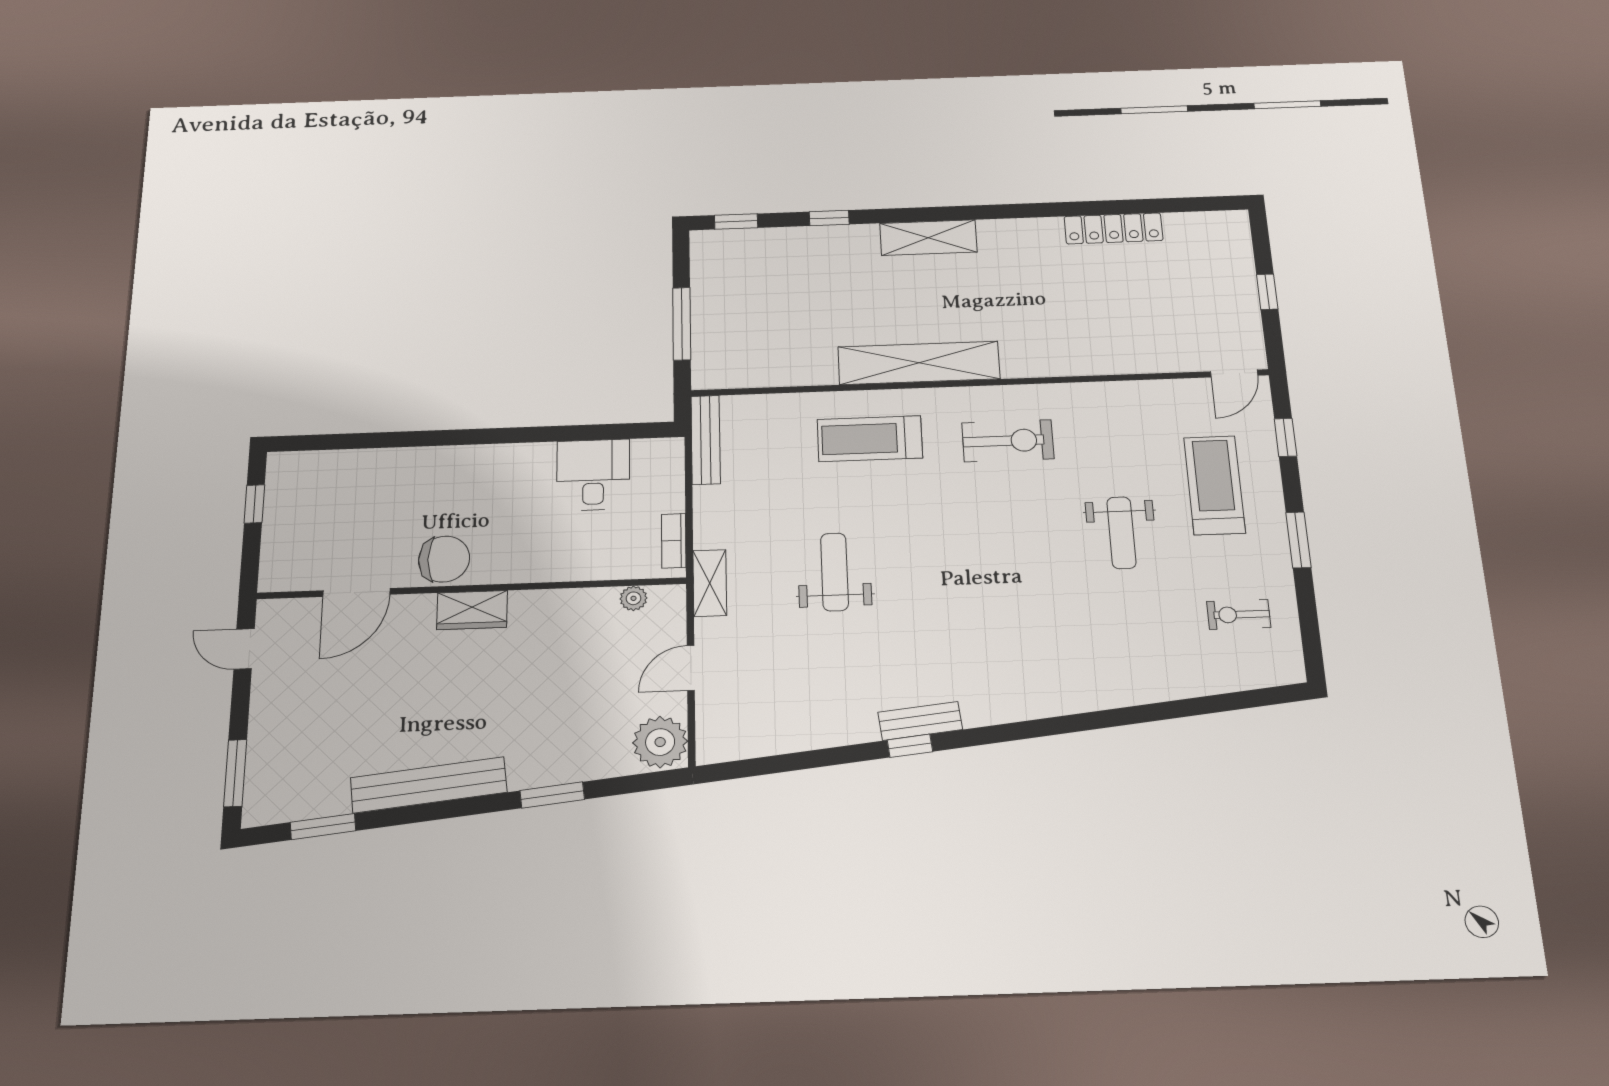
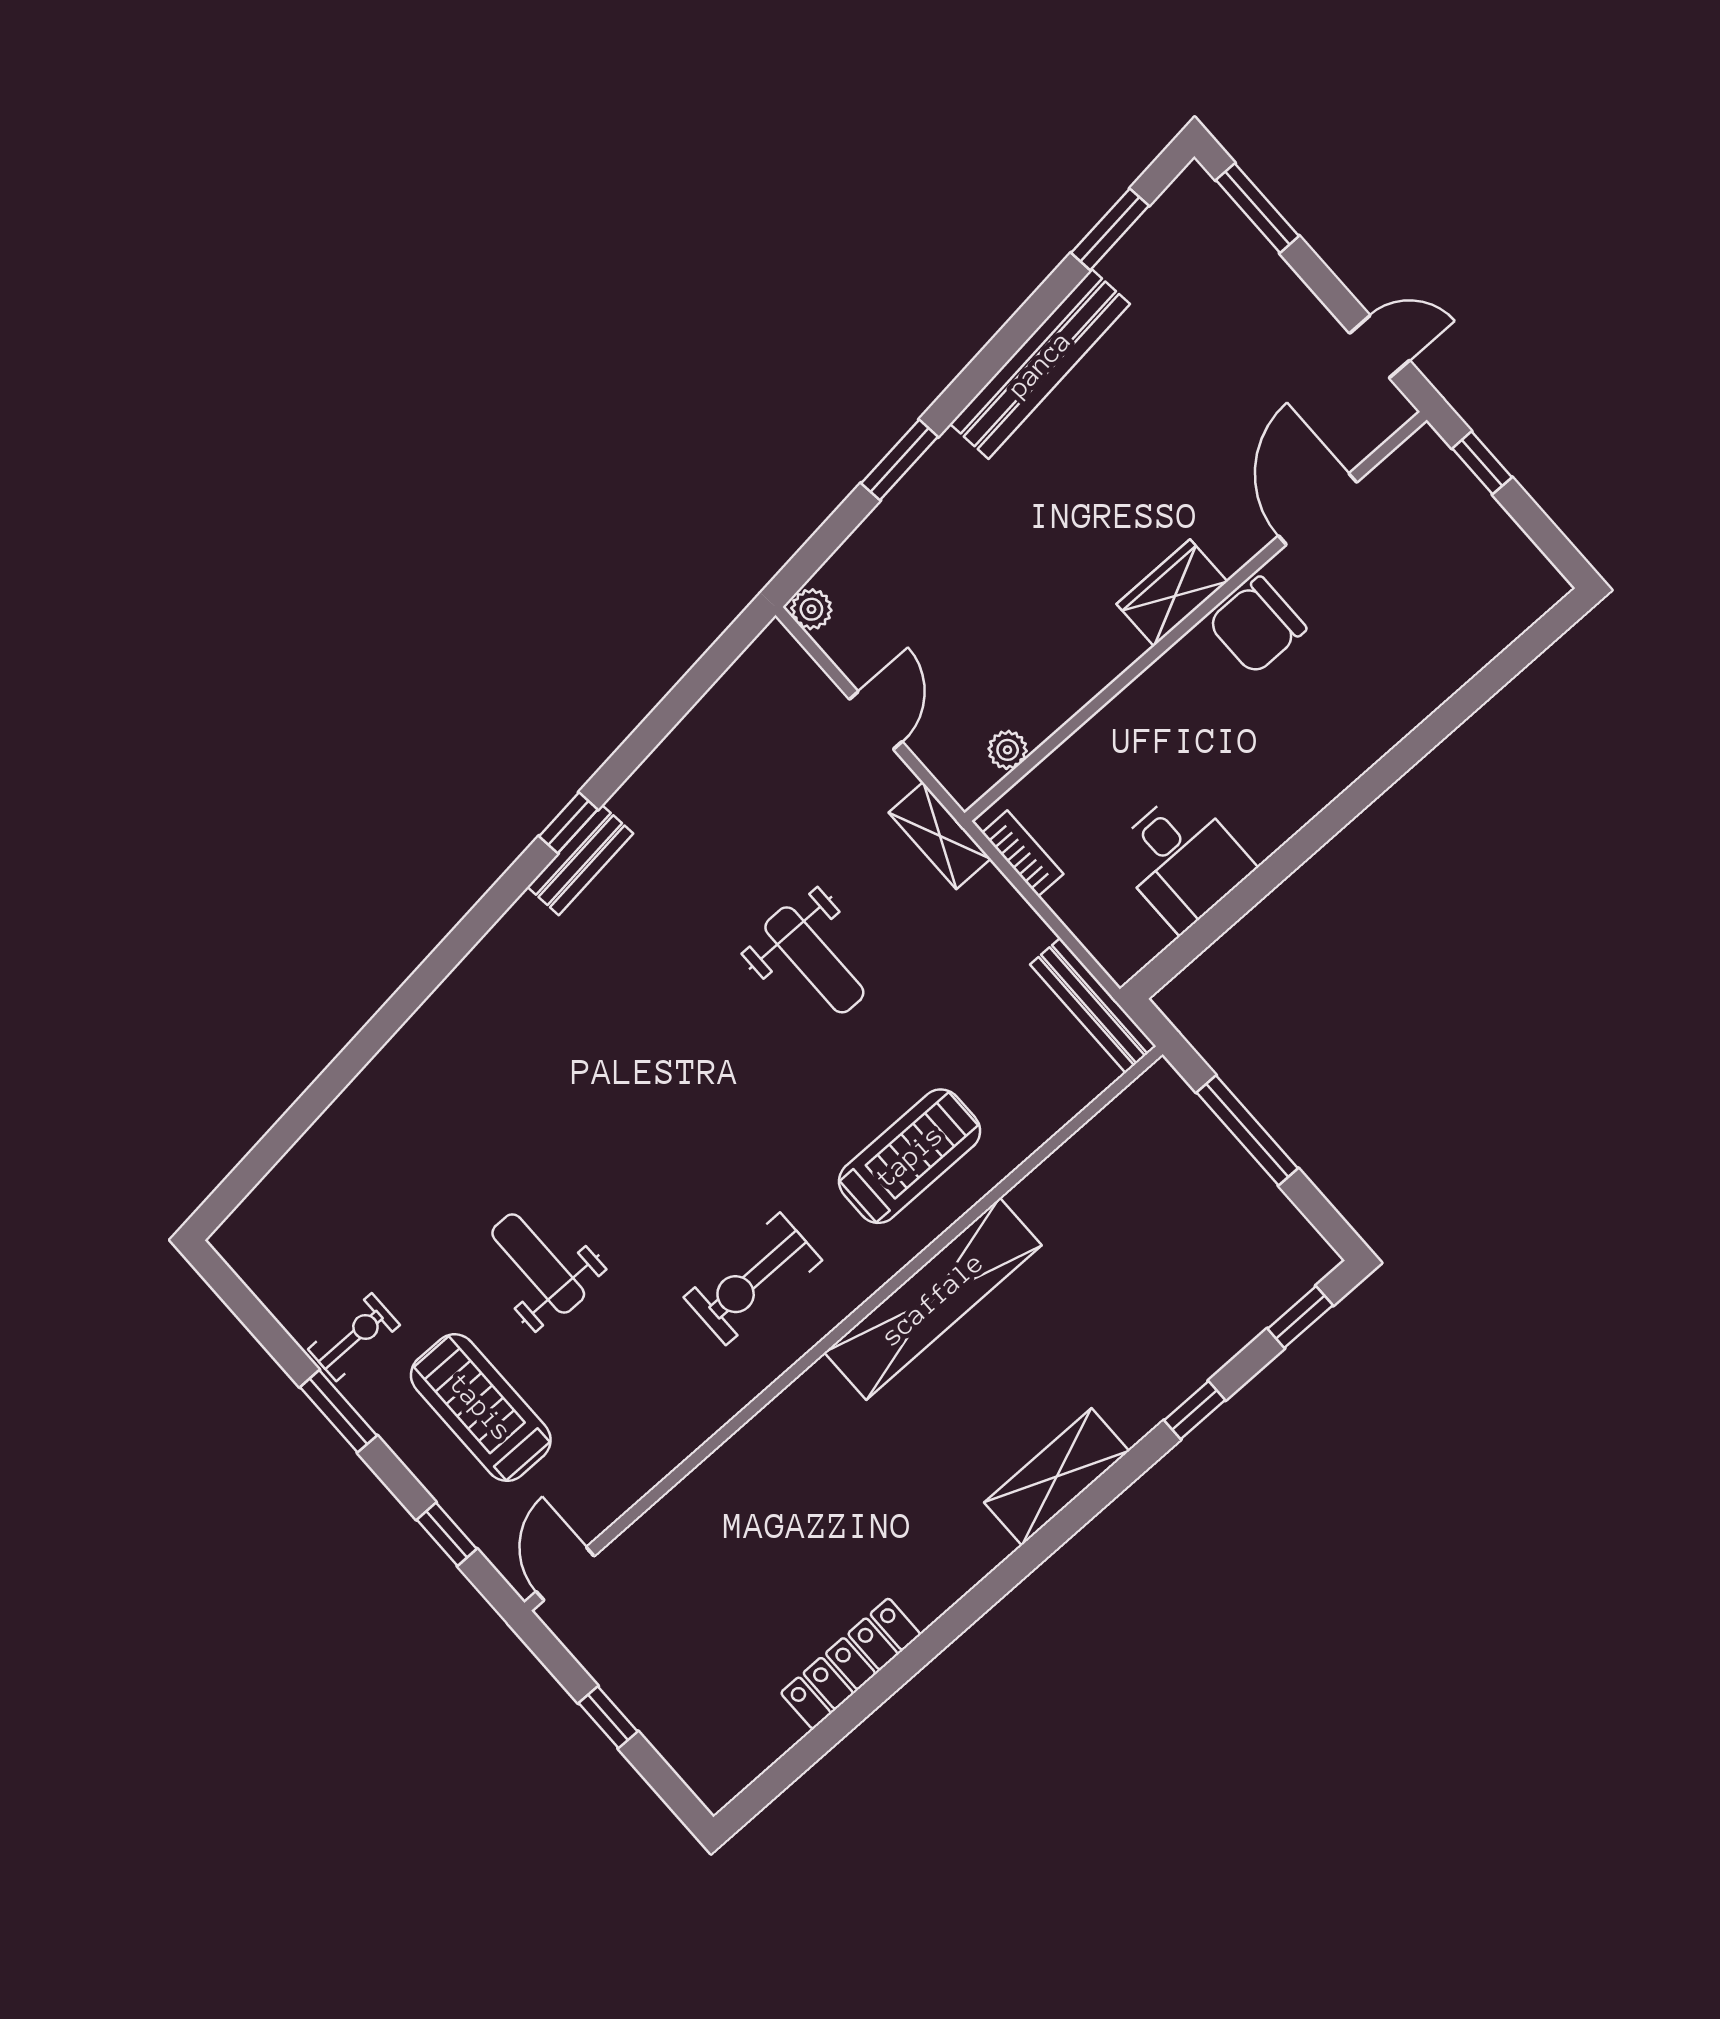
treadmill: (1214, 485) -> (481, 1408), turned 180
window: (254, 504) -> (1482, 463), moved
exercise bike: (1239, 614) -> (354, 1337), moved
plant: (660, 742) -> (811, 609), width x0.53, depth x0.53

